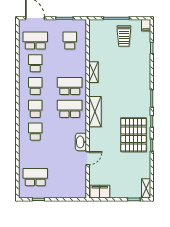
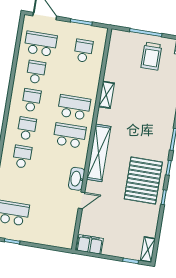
shelving: (95, 112) -> (99, 153), width x1.47

